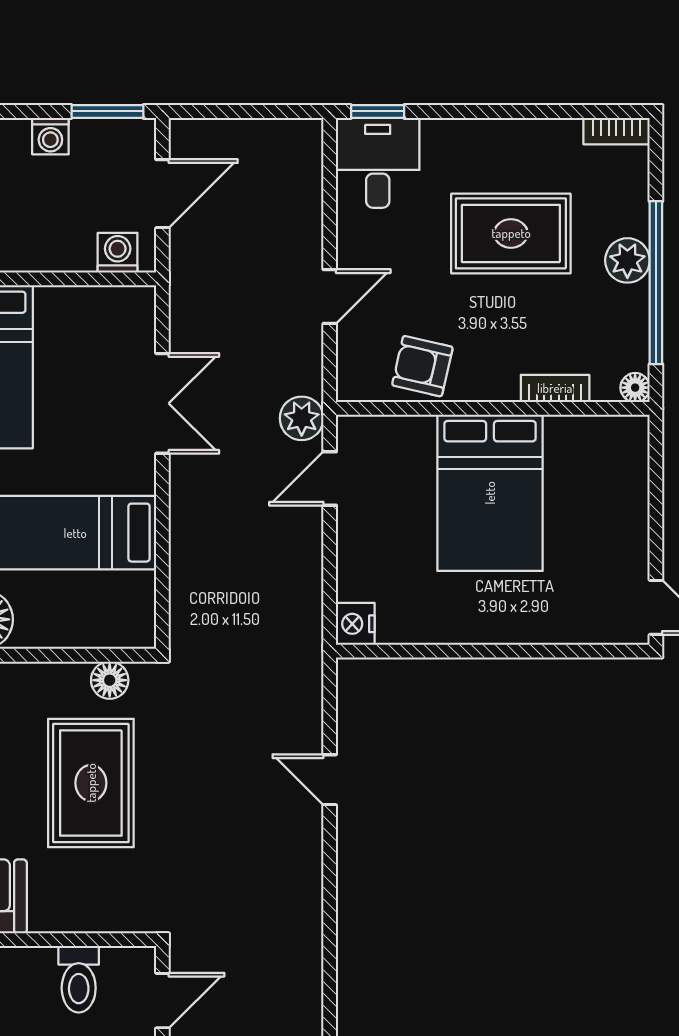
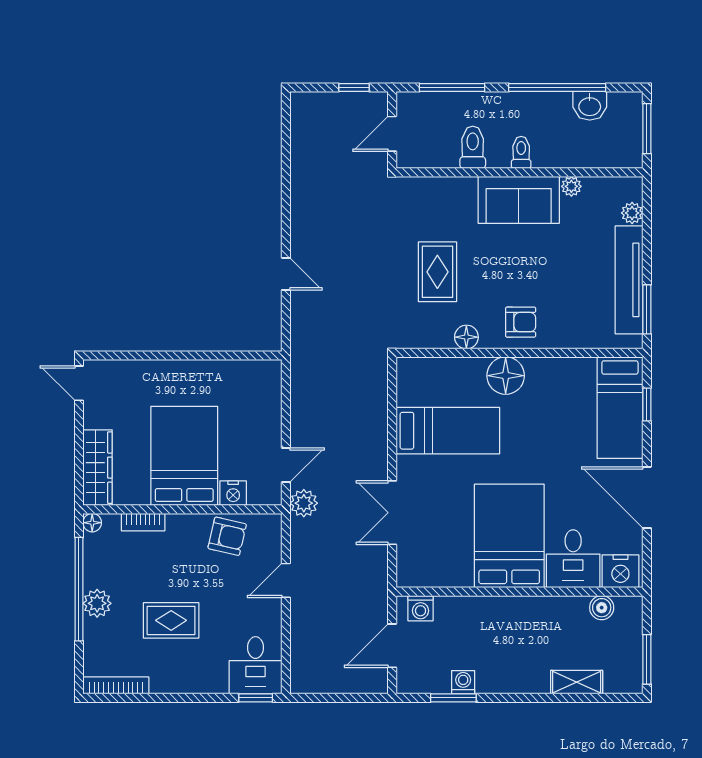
window: (107, 111) -> (453, 698), moved
bookcase: (616, 131) -> (116, 685), width x1.56
rug: (511, 233) -> (171, 620), width x0.73, depth x0.70
wardrobe: (627, 474) -> (98, 468), added
nightstand: (355, 624) -> (233, 493), moved, turned 90
floor lamp: (110, 680) -> (466, 337), moved
rug: (91, 783) -> (437, 272), width x0.73, depth x0.70
toilet: (79, 979) -> (473, 147), moved

